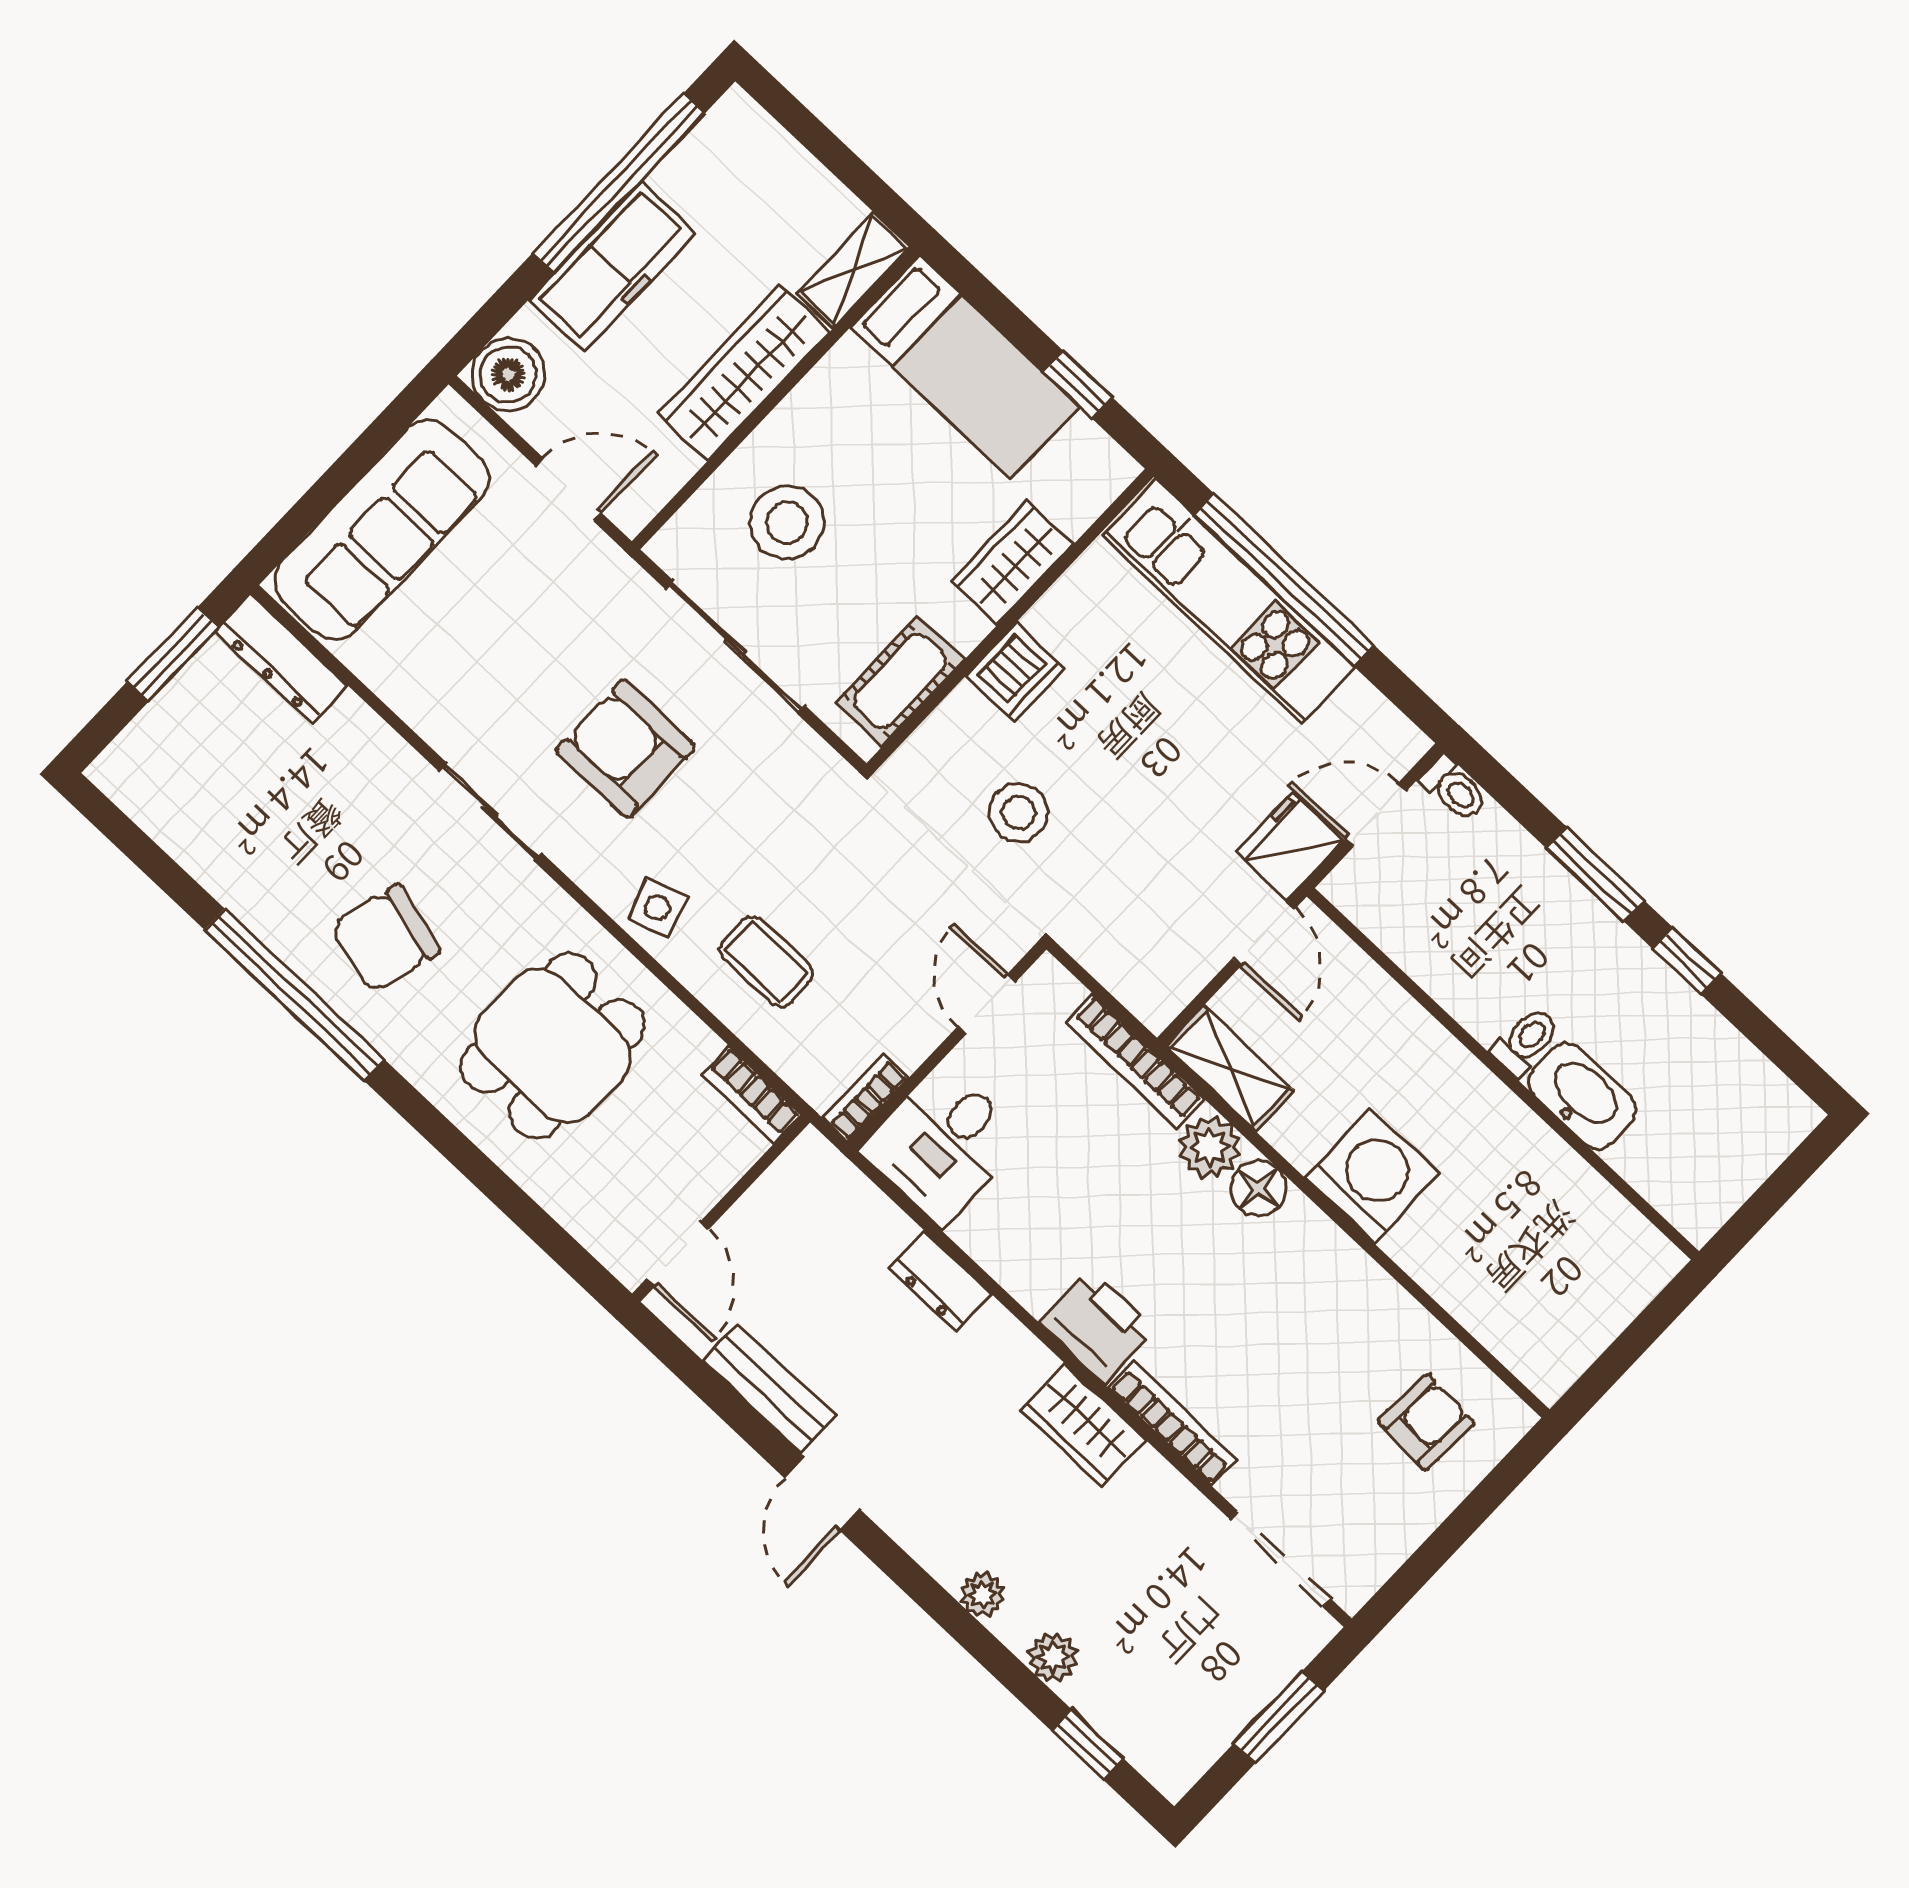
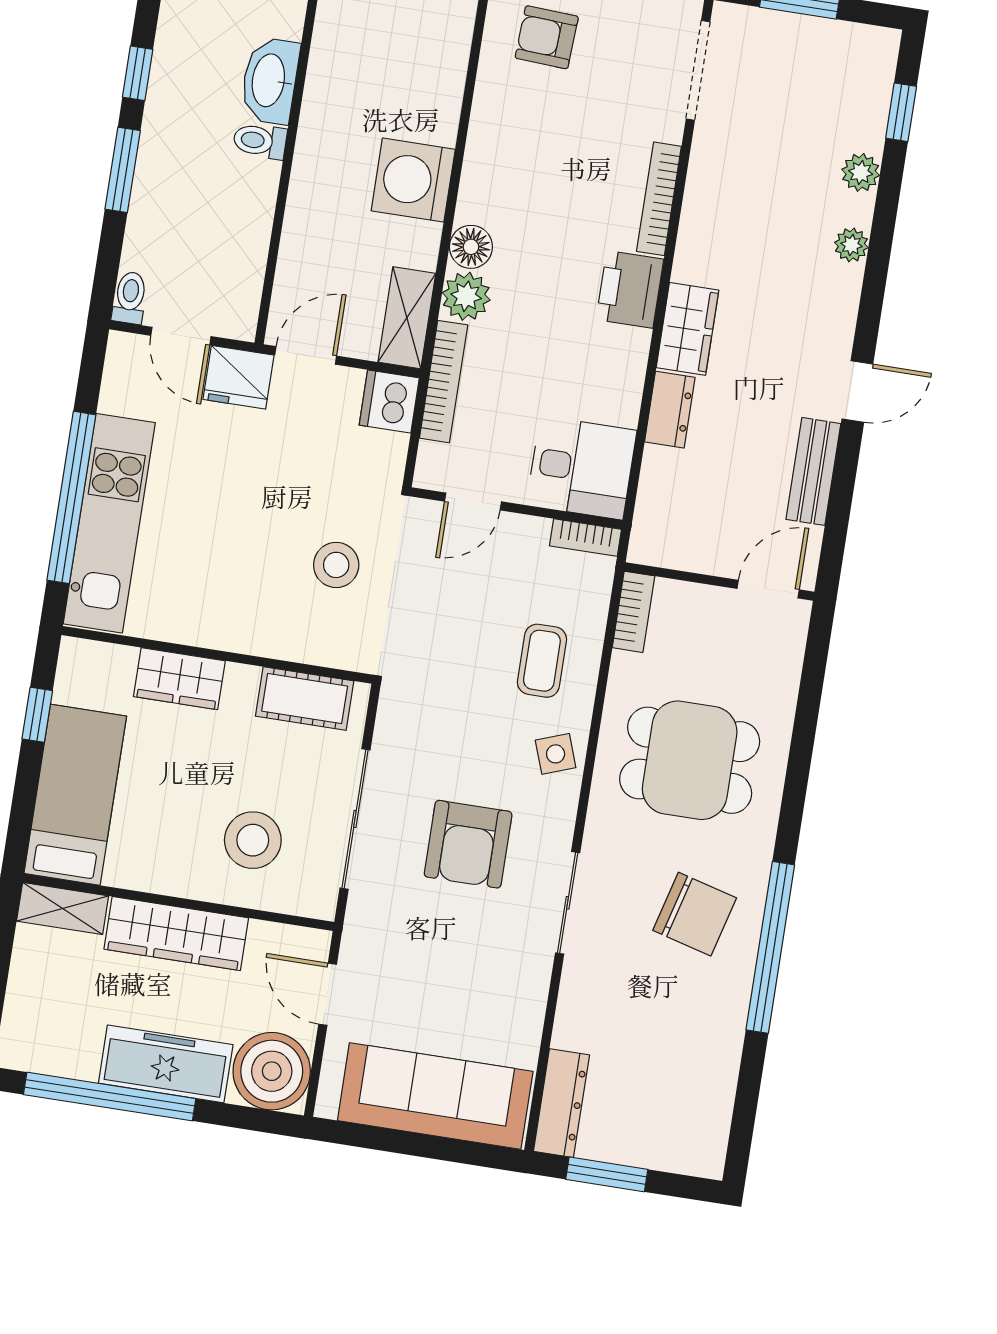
boiler: (508, 374) -> (272, 1071), width x1.37, depth x1.37
dishwasher: (1015, 672) -> (389, 401), moved, turned -90
wardrobe: (1083, 1425) -> (687, 329), moved

